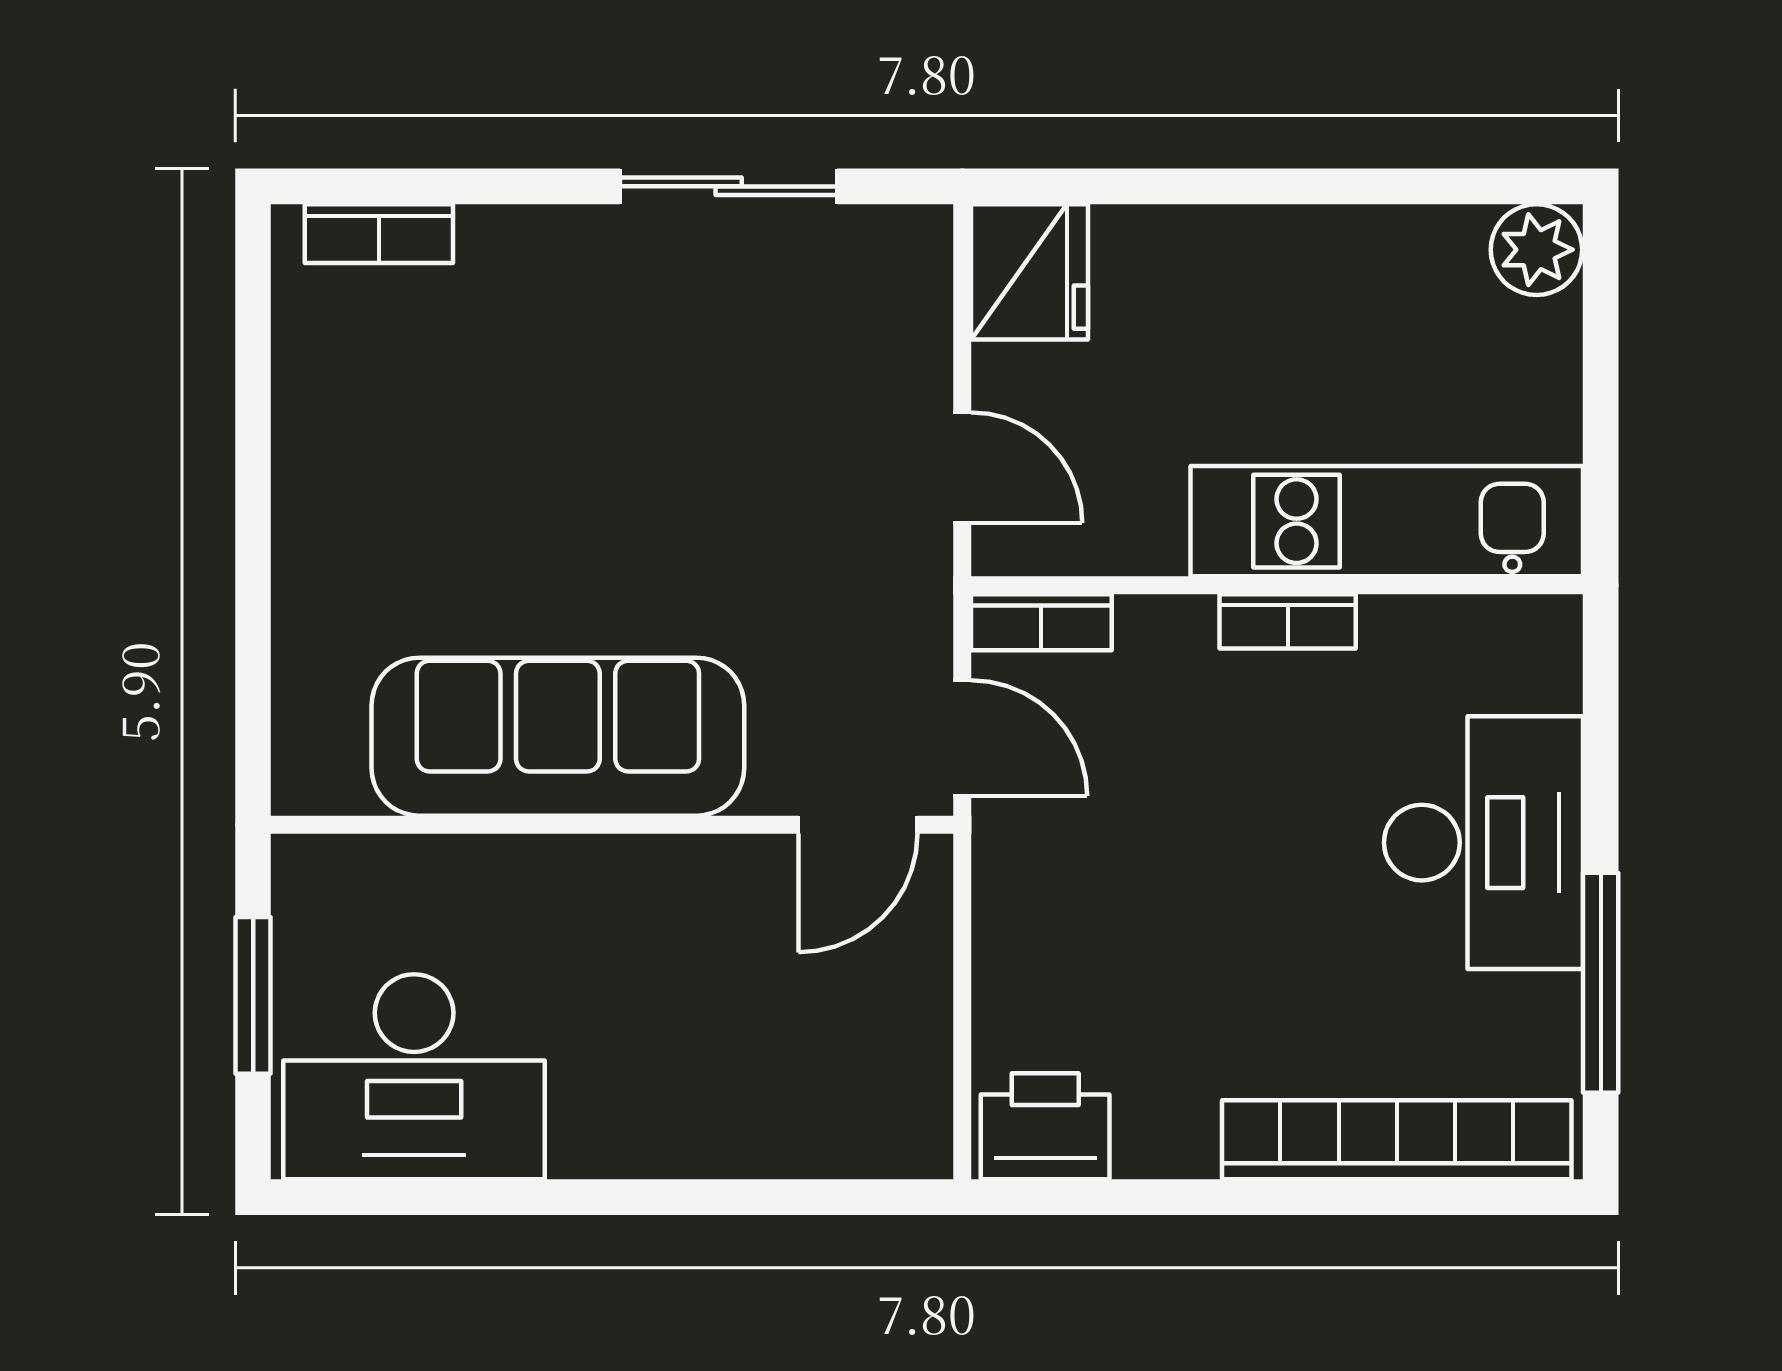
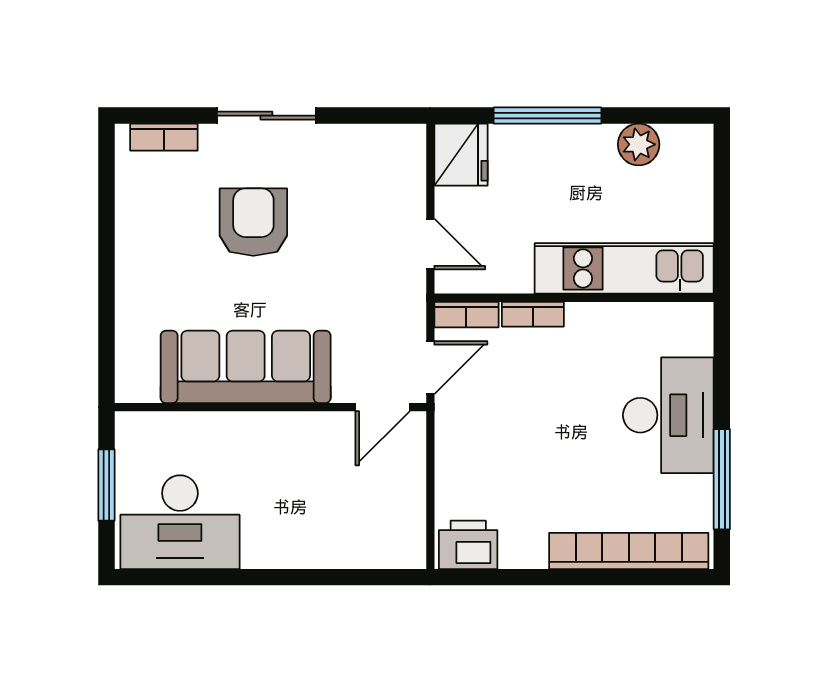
sliding door: (729, 186) -> (266, 116), moved
window: (1219, 186) -> (547, 116), added
plant: (1536, 250) -> (639, 144), moved
armchair: (575, 420) -> (253, 222), added
bookcase: (1288, 621) -> (533, 314), moved
door: (962, 738) -> (430, 368), hinge flipped

